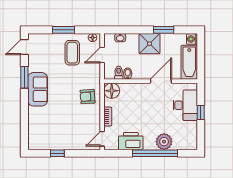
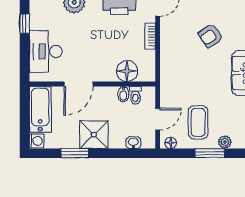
plant: (52, 38) -> (225, 142), added
floor lamp: (112, 91) -> (127, 71), moved
armchair: (88, 97) -> (211, 36), moved, turned 151
window: (201, 112) -> (25, 24), moved

